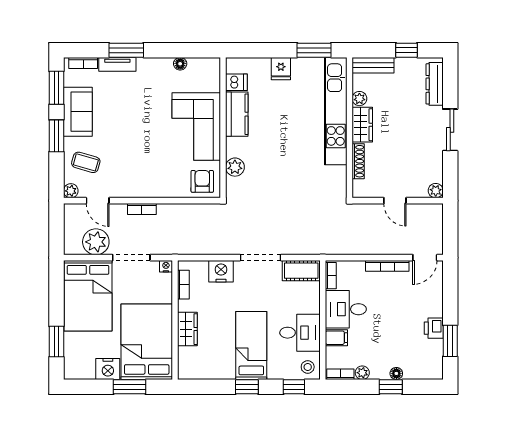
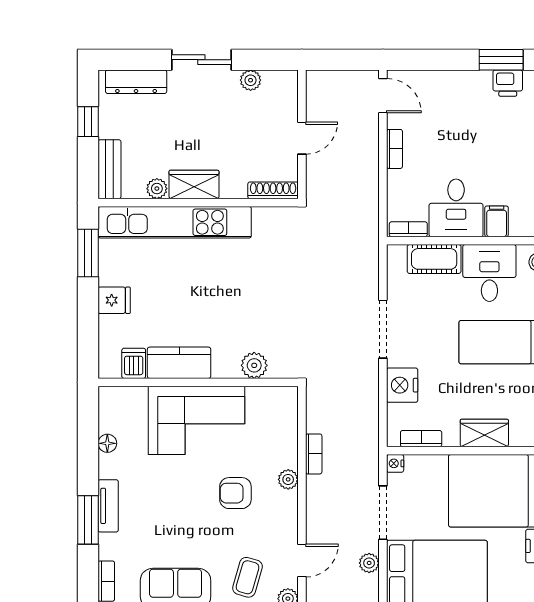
tv unit: (117, 64) -> (108, 506), moved
shoe rack: (358, 161) -> (273, 190), moved
armchair: (202, 181) -> (235, 493), moved
plant: (155, 191) -> (288, 479), added
plant: (436, 191) -> (251, 80), moved
bookcase: (142, 209) -> (314, 454), moved
plant: (96, 242) -> (369, 563), width x0.53, depth x0.53
bookcase: (387, 266) -> (394, 149), width x0.64
cot: (301, 271) -> (434, 259), moved, turned 90
printer: (434, 328) -> (508, 83), moved

